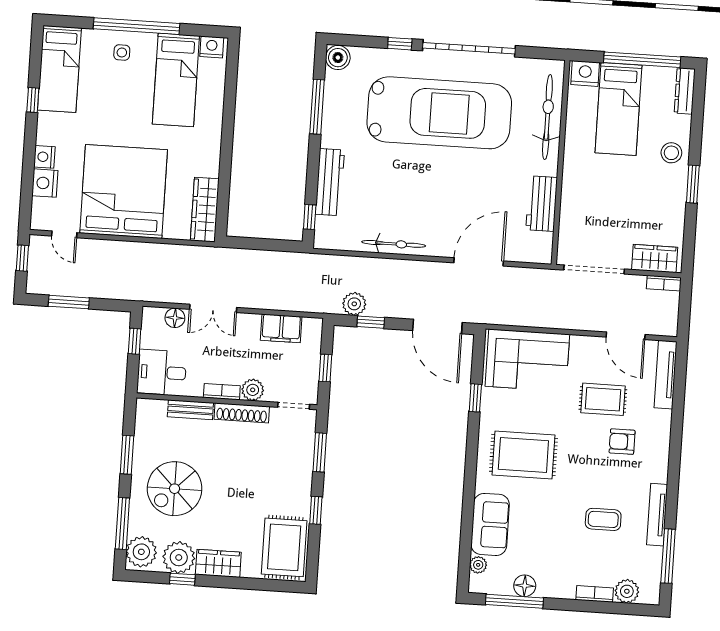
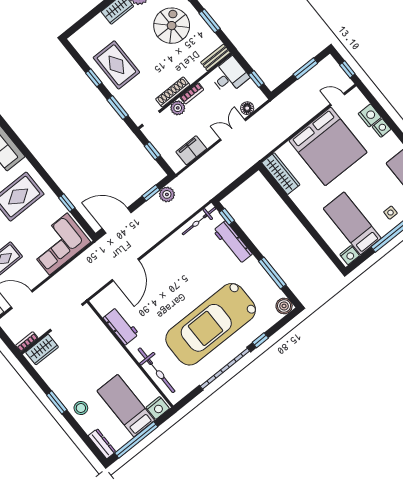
bicycle: (394, 244) -> (199, 221), moved
bench: (190, 410) -> (216, 57), moved
rug: (284, 547) -> (116, 65), moved

